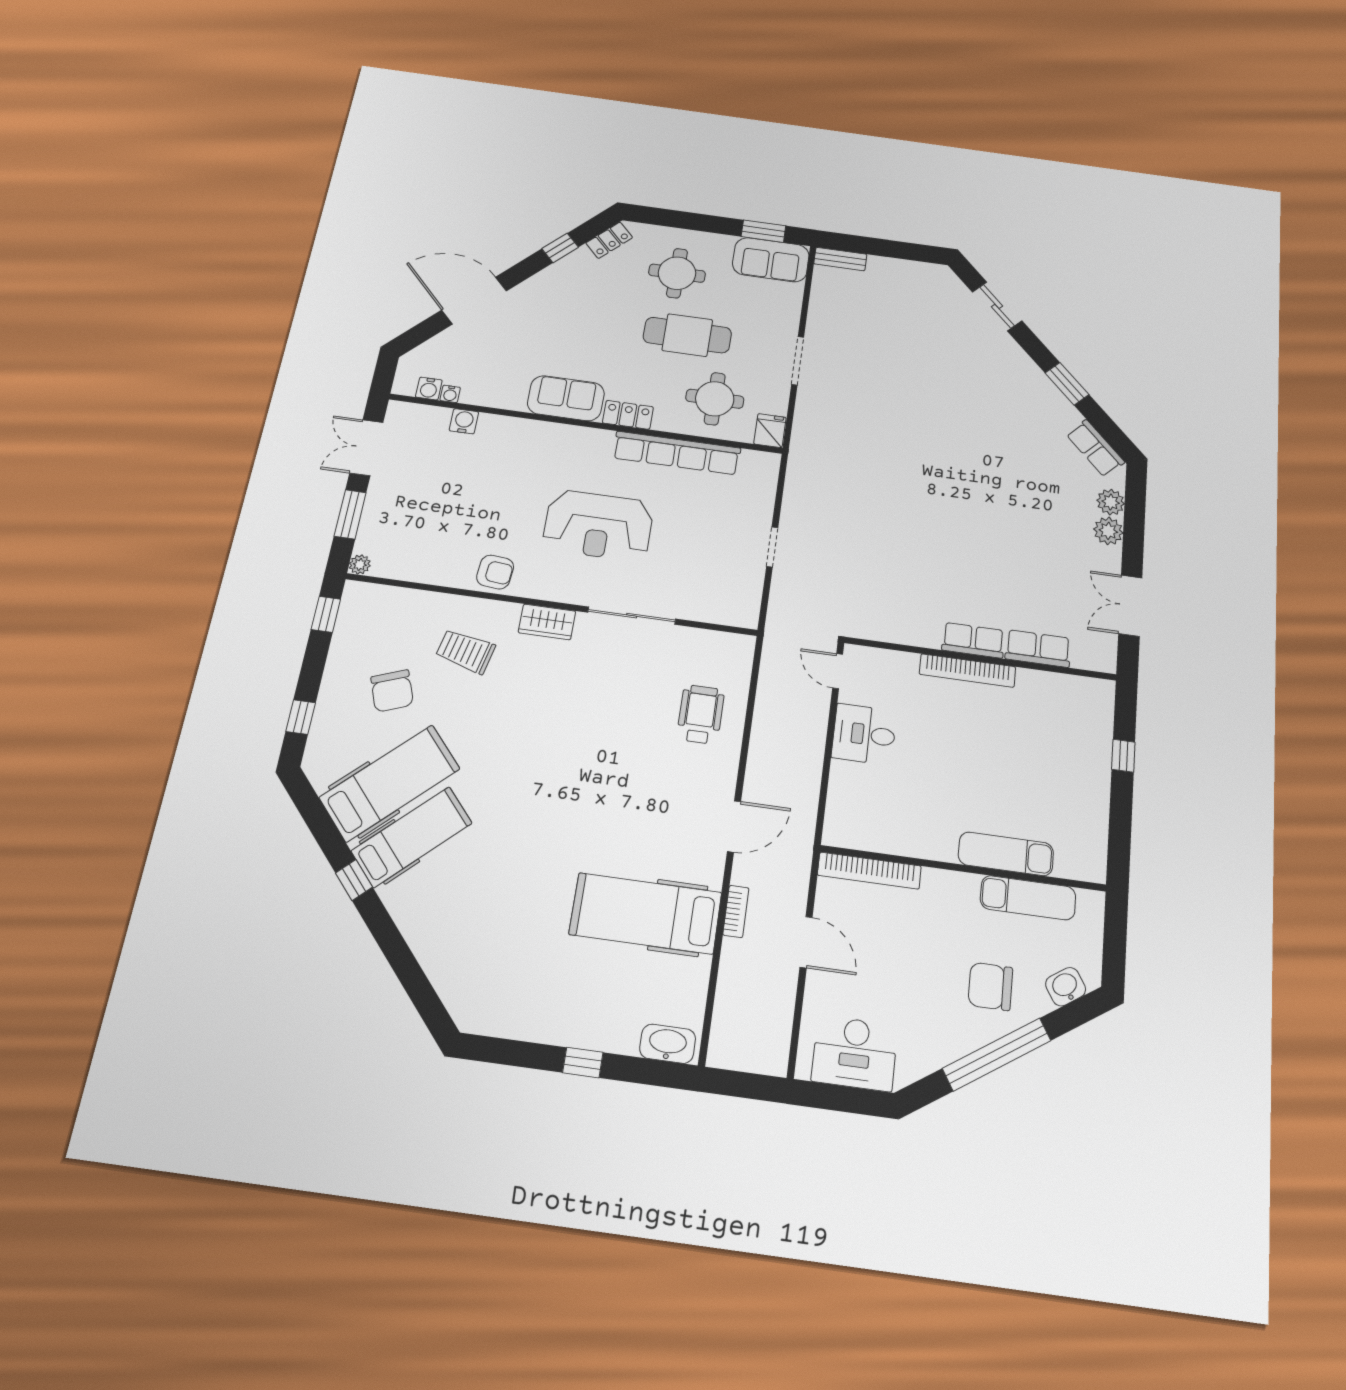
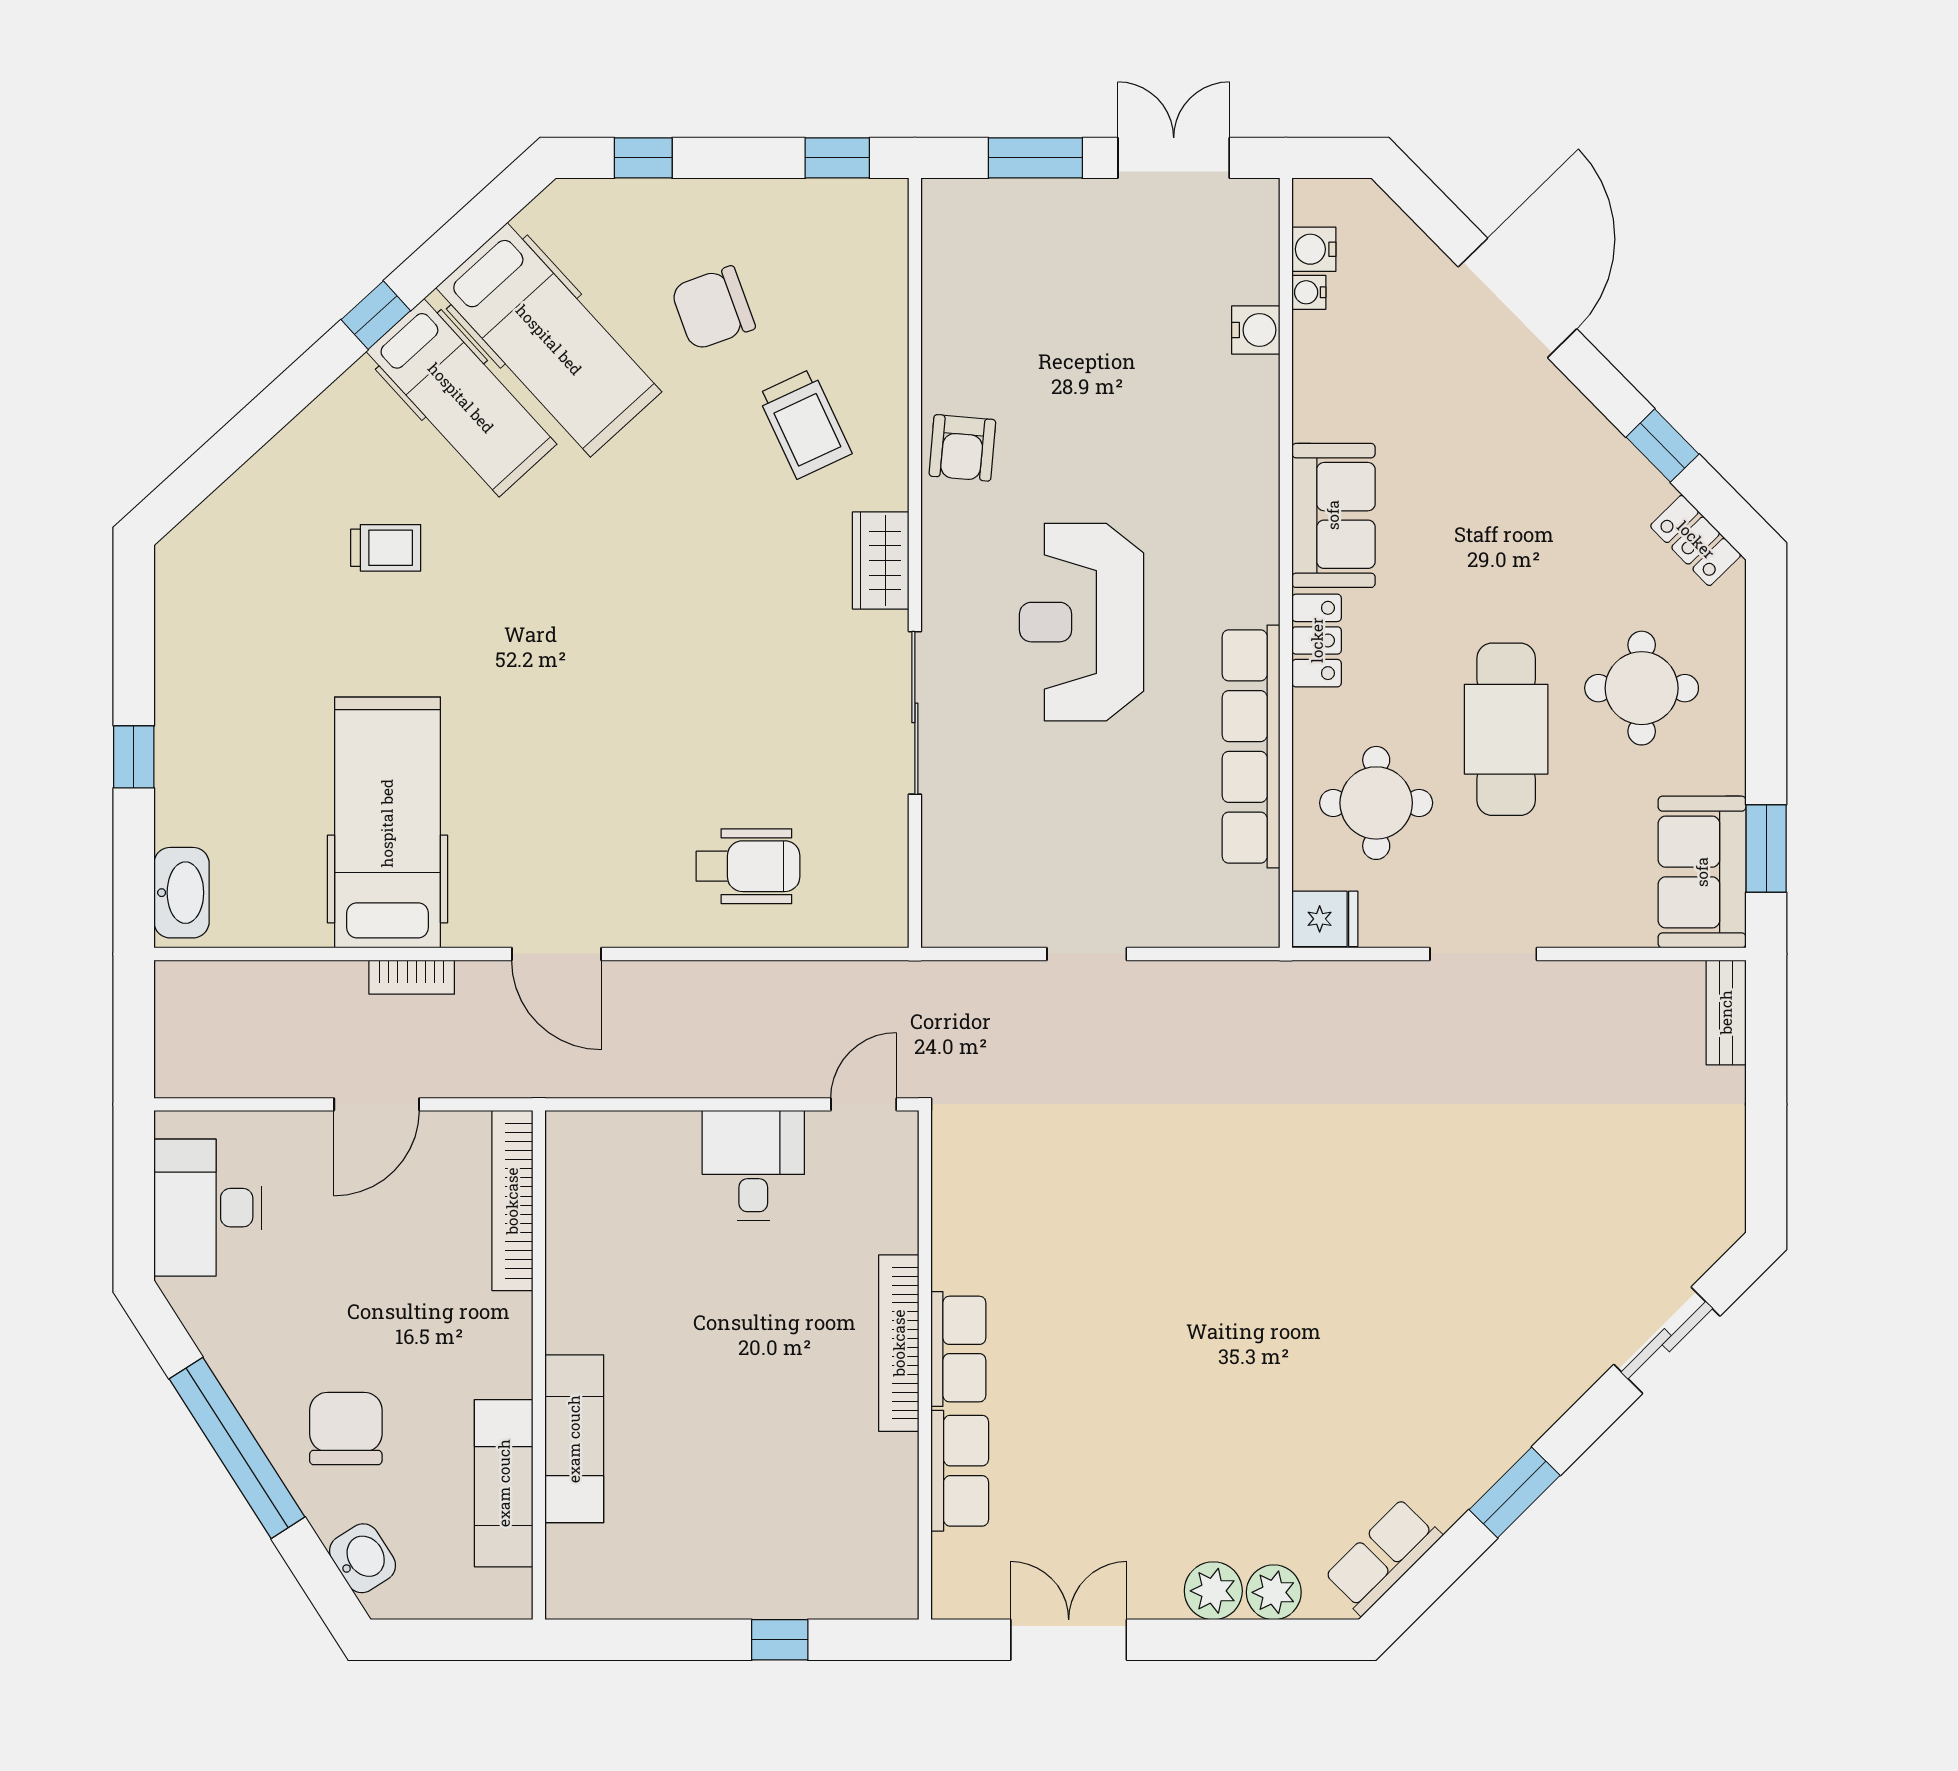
plant: (360, 565) -> (941, 198), removed
trolley: (466, 651) -> (805, 424), turned 142
trolley: (488, 893) -> (386, 548), added

